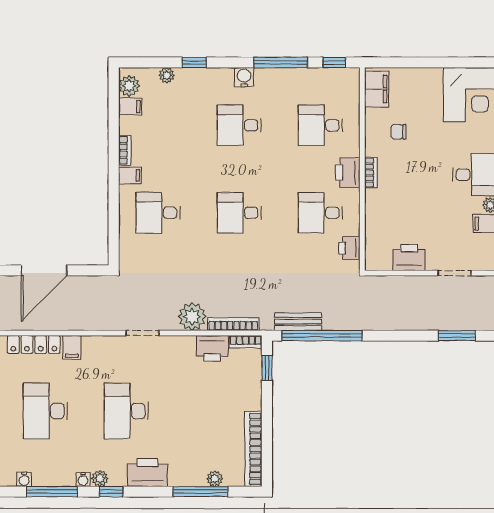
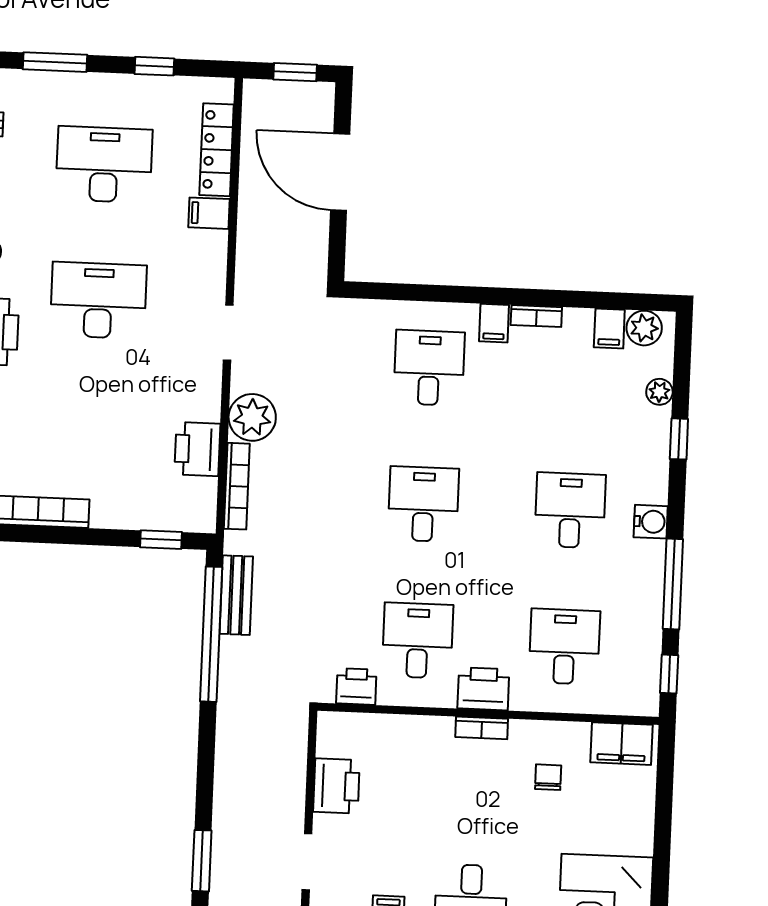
bookcase: (246, 342) -> (206, 506), removed

